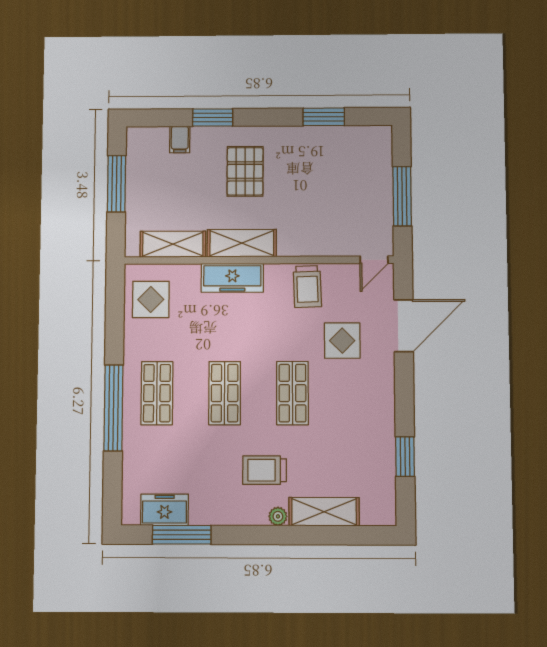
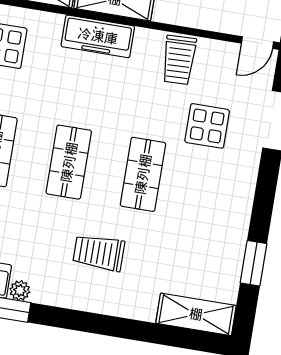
shelving: (324, 512) -> (196, 314), moved
plant: (278, 516) -> (20, 291), moved

